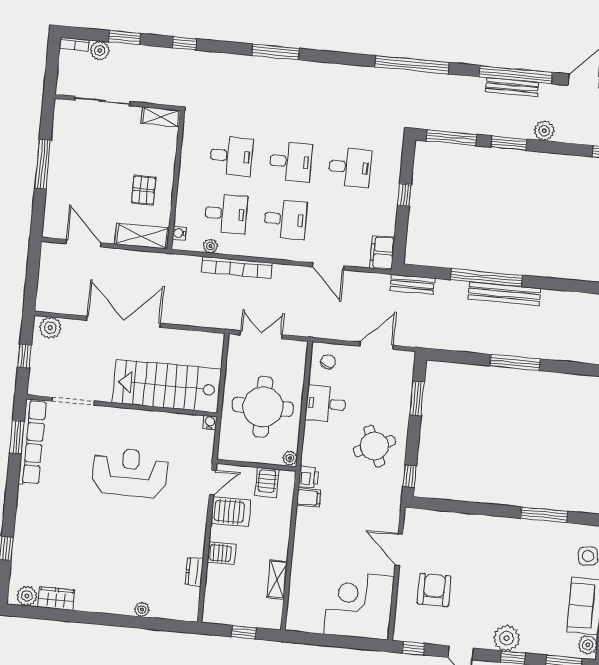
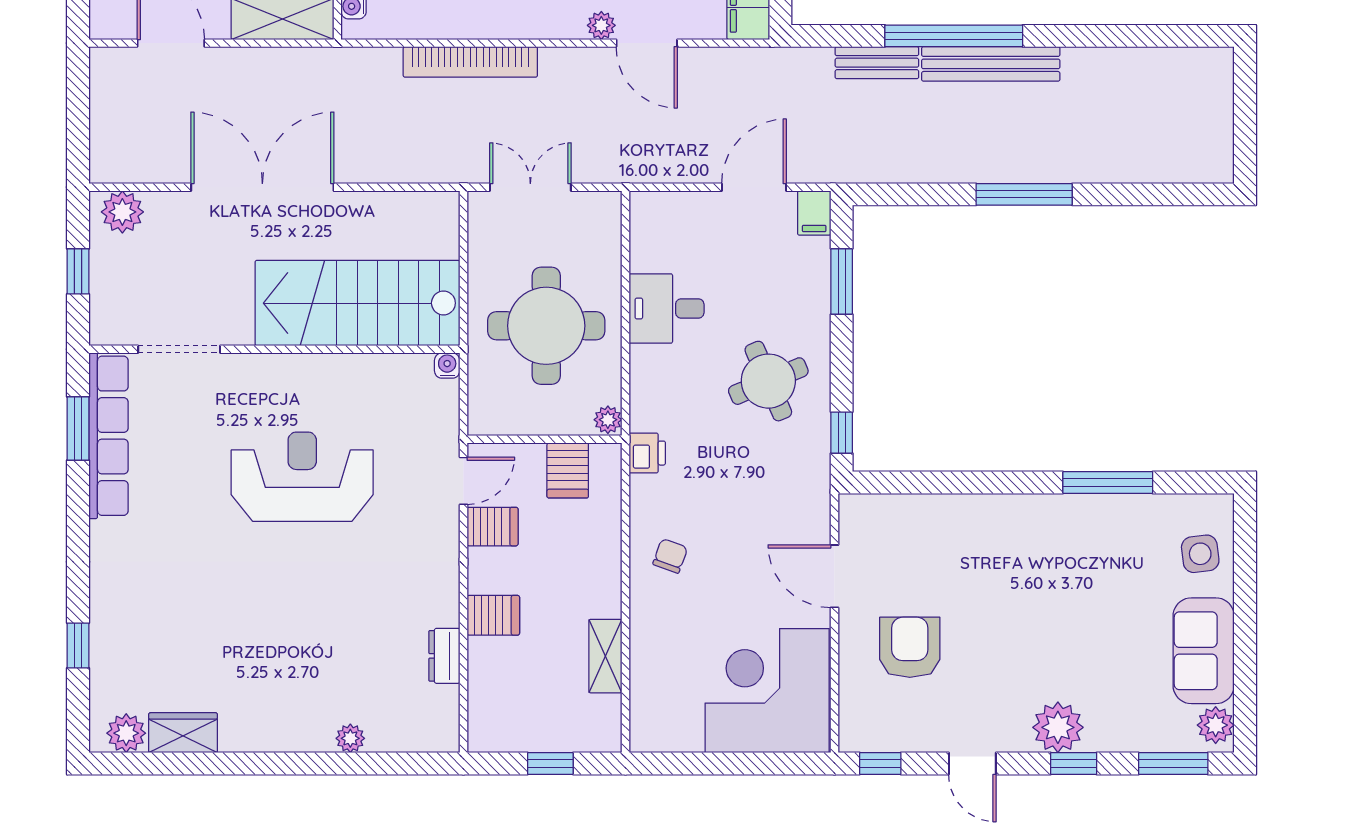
plant: (210, 246) -> (601, 25), moved
bench: (412, 284) -> (877, 63), moved
chair: (328, 362) -> (670, 556), moved
filing cabinet: (309, 498) -> (814, 213), moved, turned 90
server rack: (231, 512) -> (493, 527), width x0.73, depth x0.70

